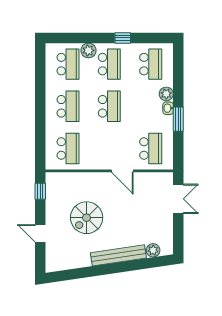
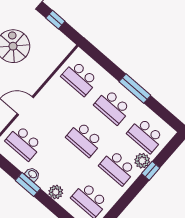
window: (123, 38) -> (151, 171), moved
window: (40, 102) -> (135, 88), added
washbasin: (168, 108) -> (32, 174), moved
window: (40, 191) -> (55, 20), moved

